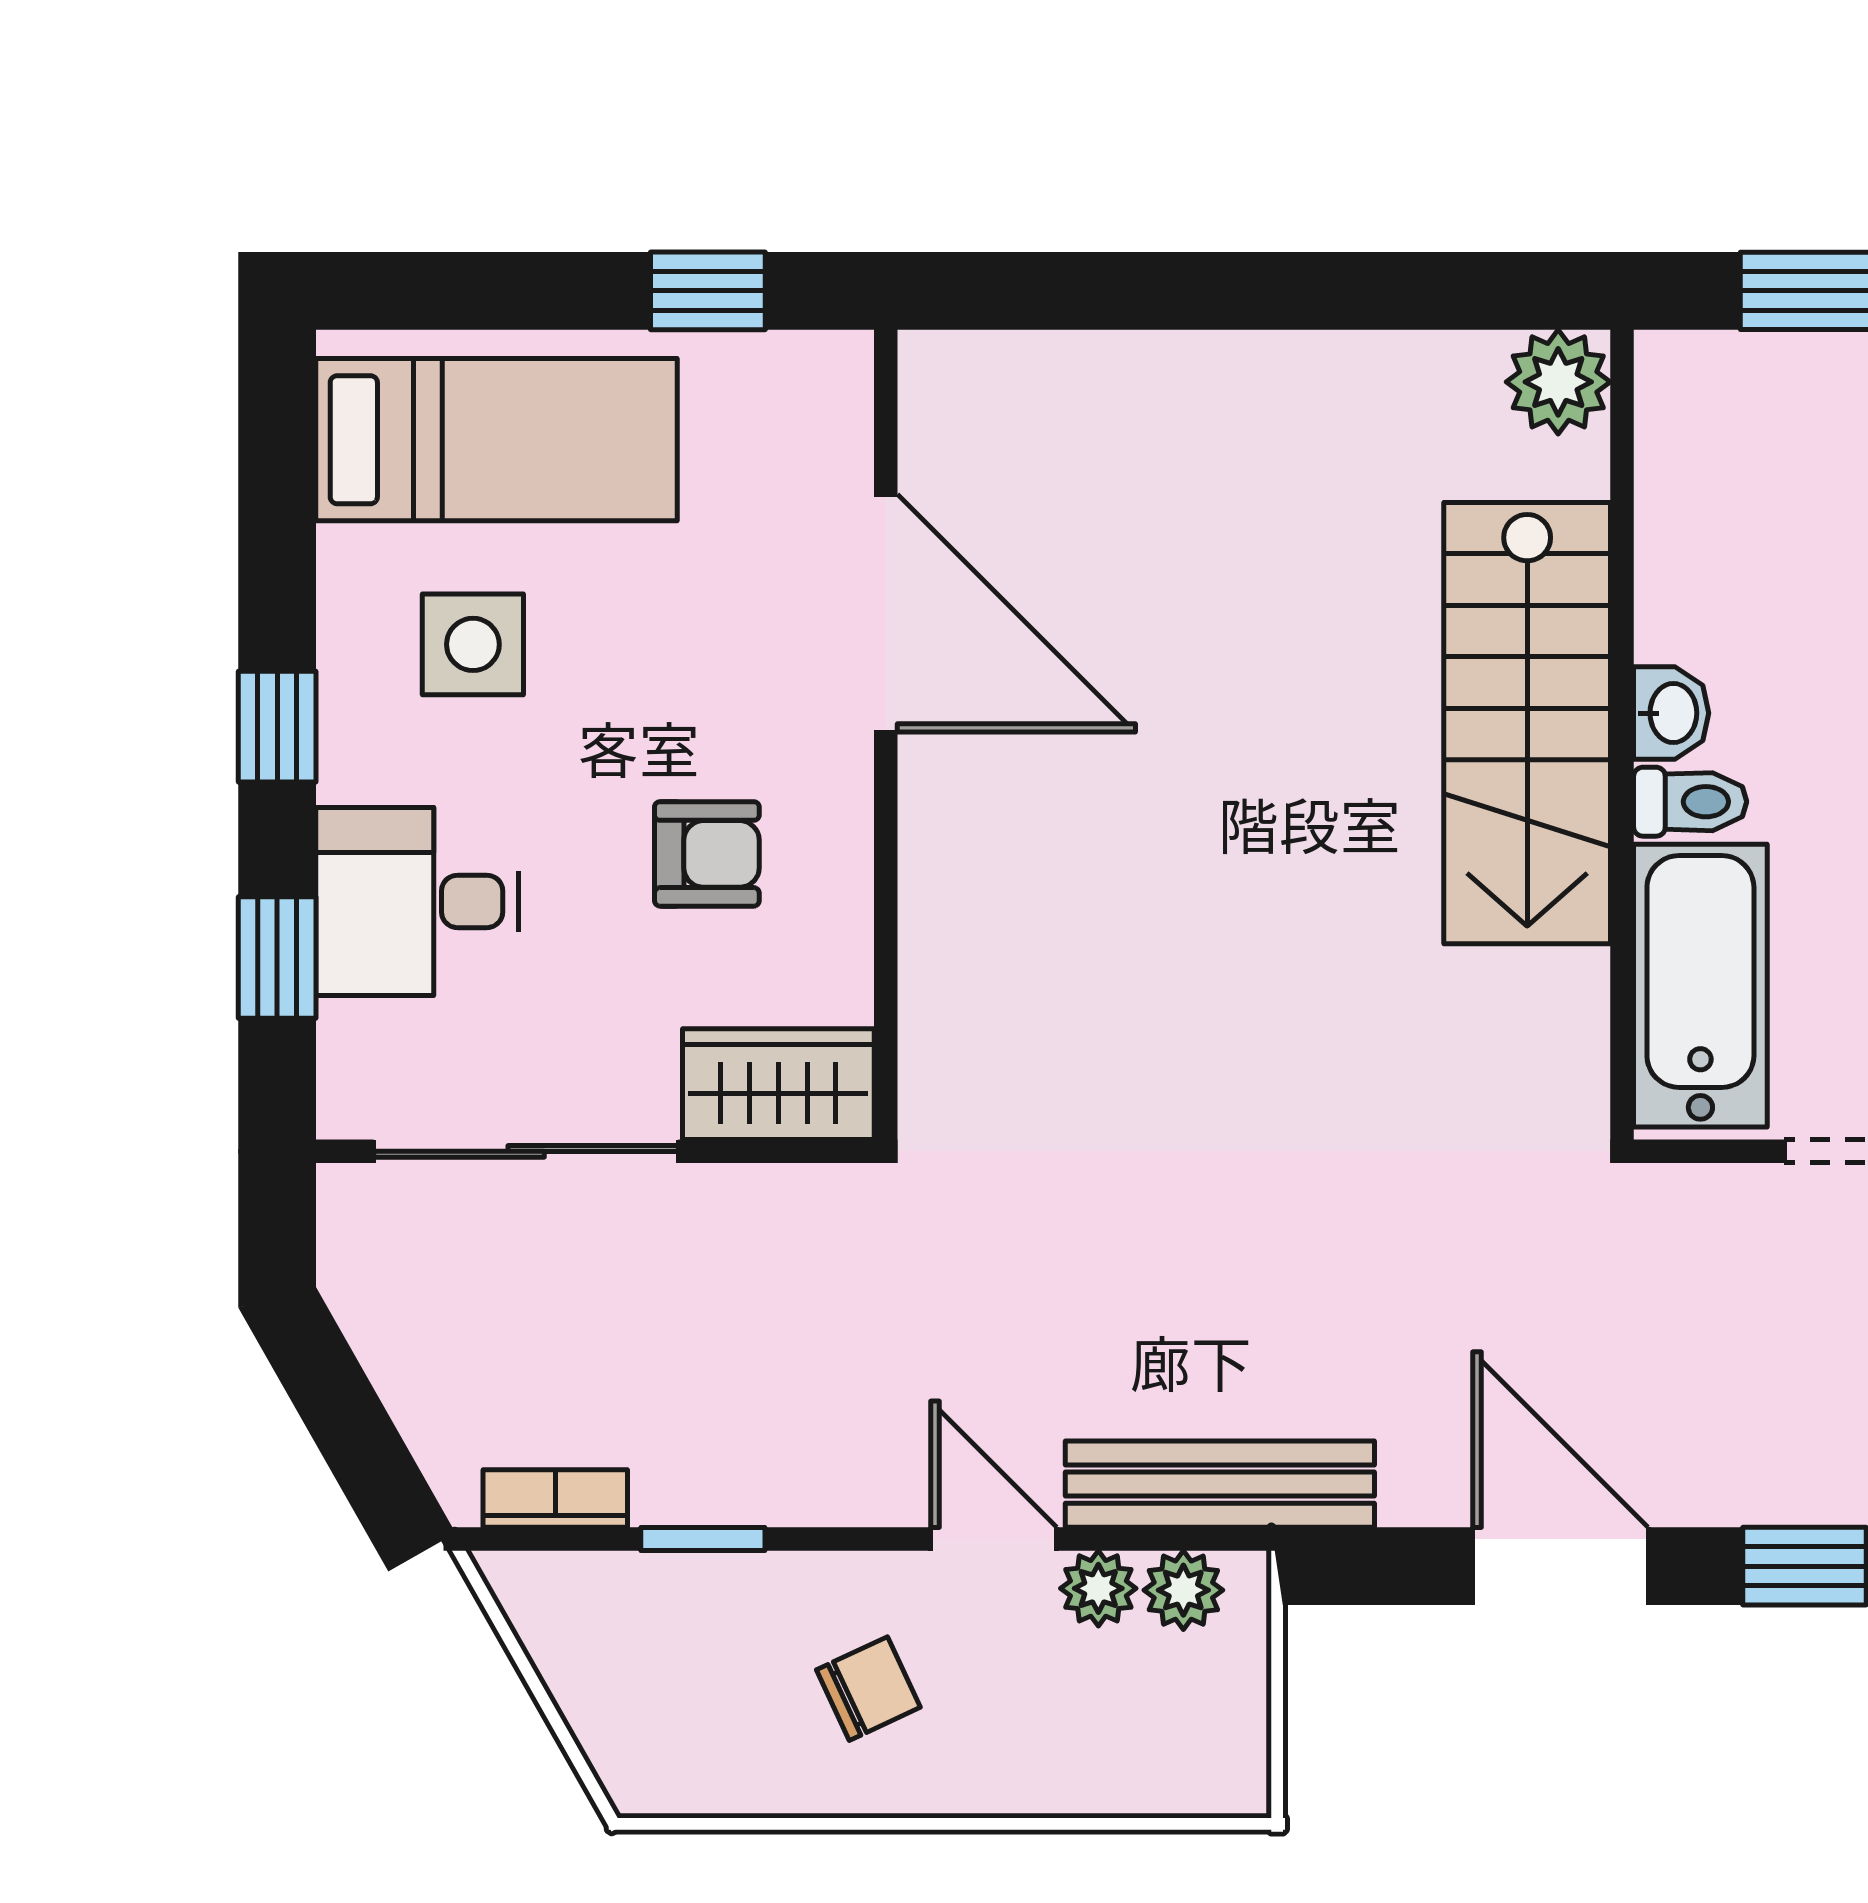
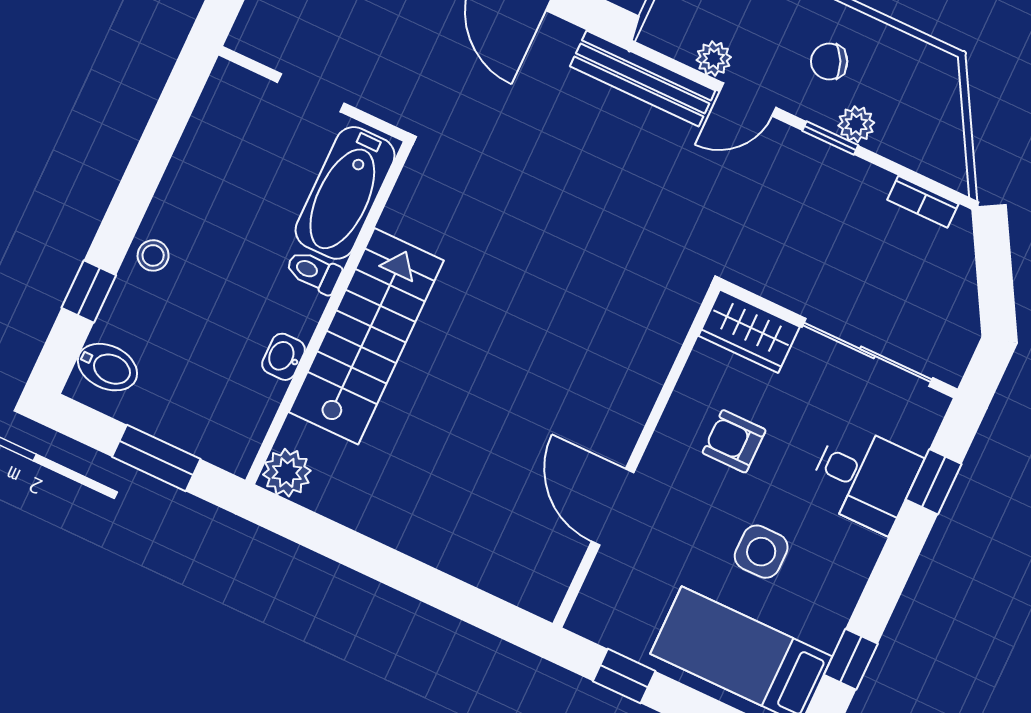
door: (886, 613) -> (613, 507), width x0.73
side table: (473, 644) -> (761, 552), moved
washbasin: (1671, 713) -> (284, 357), moved
window: (277, 727) -> (851, 659), moved
window: (703, 1539) -> (830, 138), moved
door: (994, 1539) -> (748, 100), hinge flipped
plant: (1183, 1590) -> (856, 124), moved

